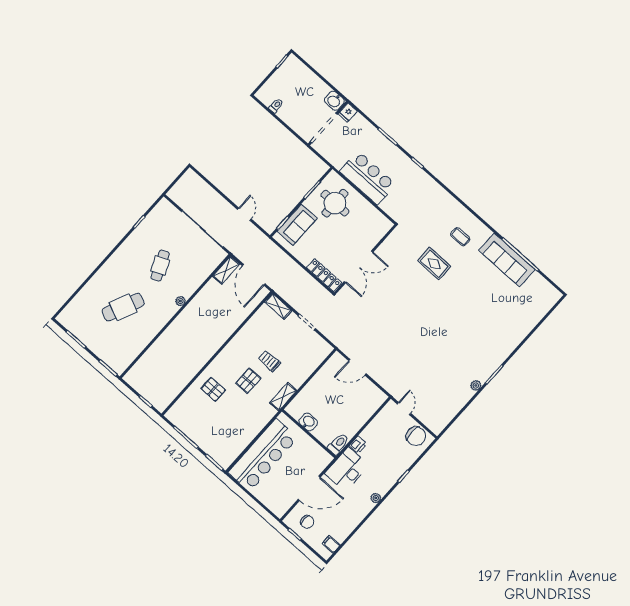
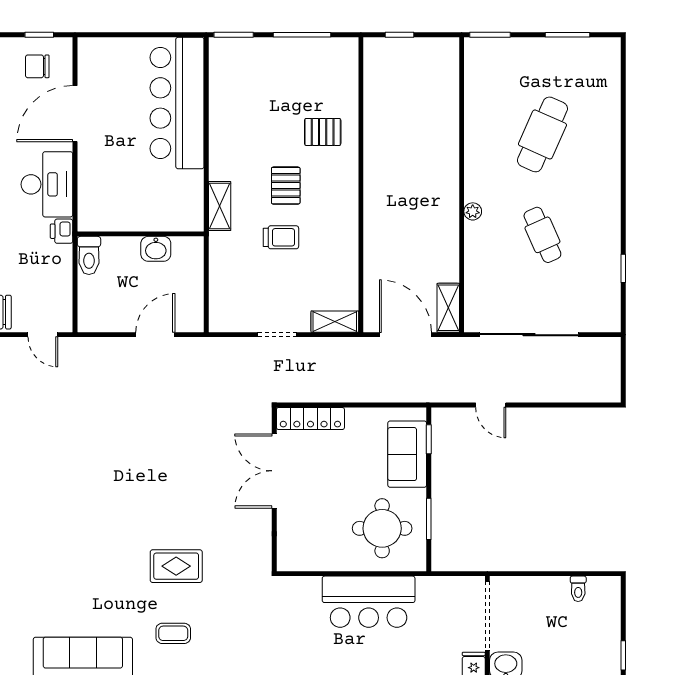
washbasin: (308, 422) -> (156, 249), moved
wall: (309, 434) -> (141, 234), moved
toilet: (338, 444) -> (89, 255), moved

